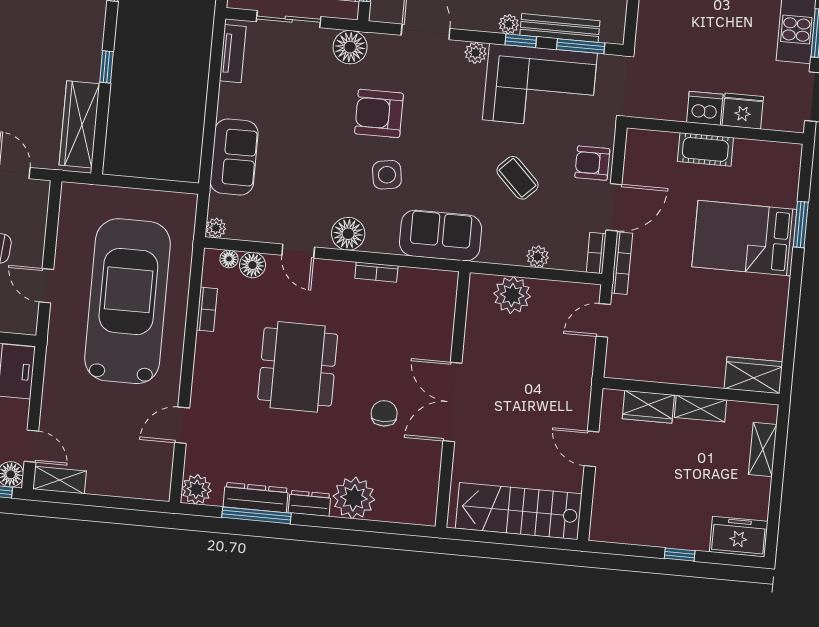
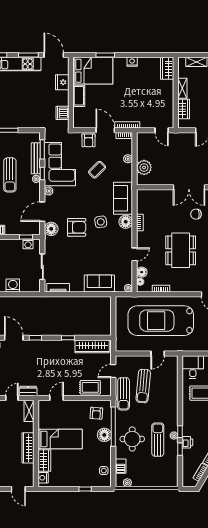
floor lamp: (350, 47) -> (51, 229), moved
dishwasher: (705, 108) -> (62, 113), moved
armchair: (379, 113) -> (77, 227), turned -90
floor lamp: (348, 234) -> (126, 222), moved
bed: (744, 238) -> (93, 71), moved, turned -90
nightstand: (778, 290) -> (132, 62), added
door: (603, 320) -> (162, 130), moved
dining table: (298, 367) -> (181, 250), turned 90

